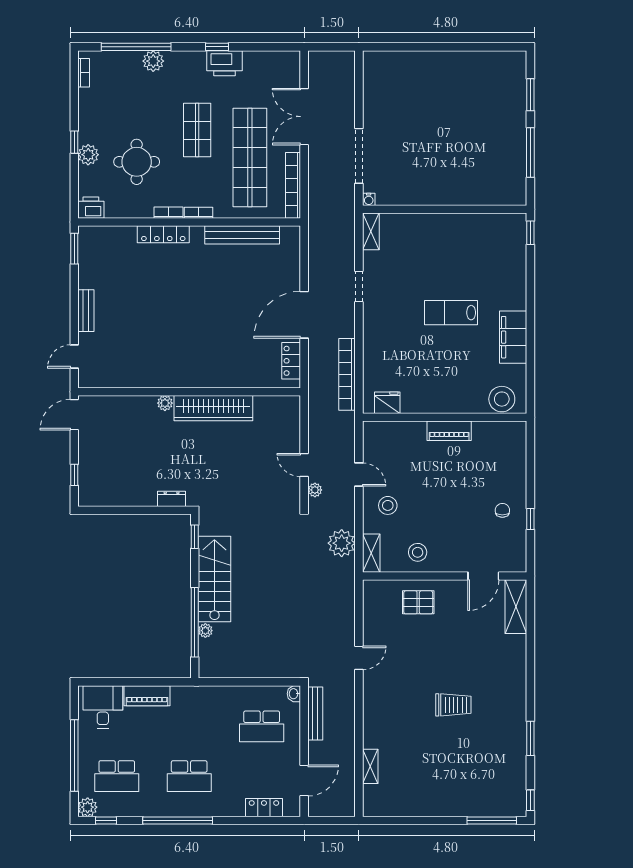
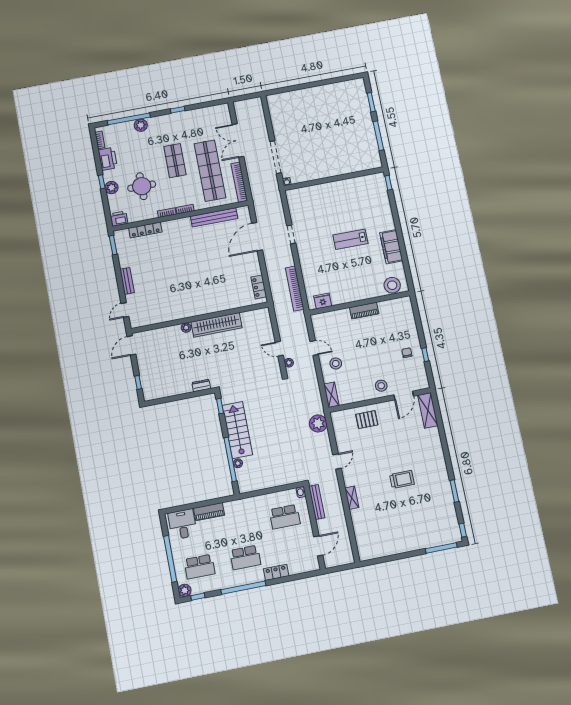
printer: (224, 63) -> (108, 159), moved, turned -90
shelving: (371, 231) -> (292, 200), removed
locker: (163, 234) -> (145, 230), moved
door: (304, 315) -> (257, 237), moved
plant: (342, 543) -> (318, 423), moved
stool: (418, 552) -> (381, 386), moved
shelving: (370, 766) -> (352, 498), moved
locker: (264, 808) -> (276, 572), moved

